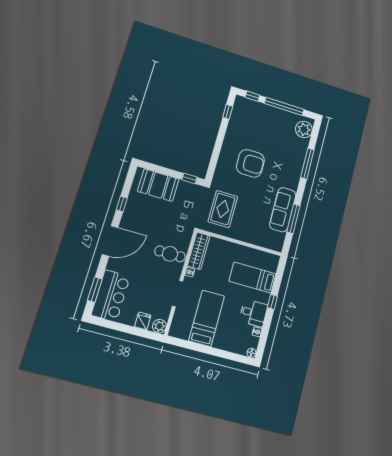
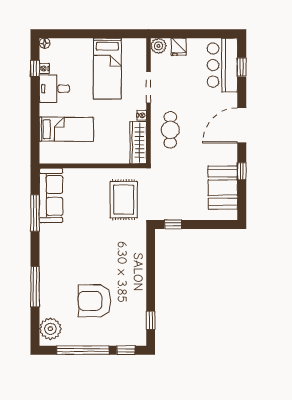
armchair: (250, 163) -> (95, 301), moved
booth: (158, 185) -> (223, 188), moved, turned 90
sofa: (283, 210) -> (51, 195), moved
cafe table: (170, 254) -> (170, 130), turned 90
window: (95, 290) -> (242, 67), width x0.67
window: (272, 302) -> (35, 69), moved

